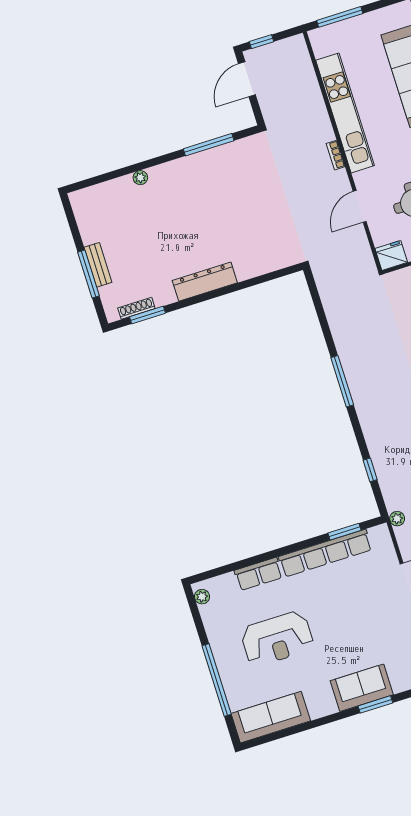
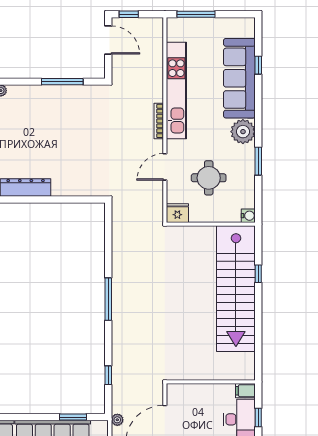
door: (247, 79) -> (108, 40), swing flipped
bookcase: (336, 155) -> (159, 121), width x1.56

